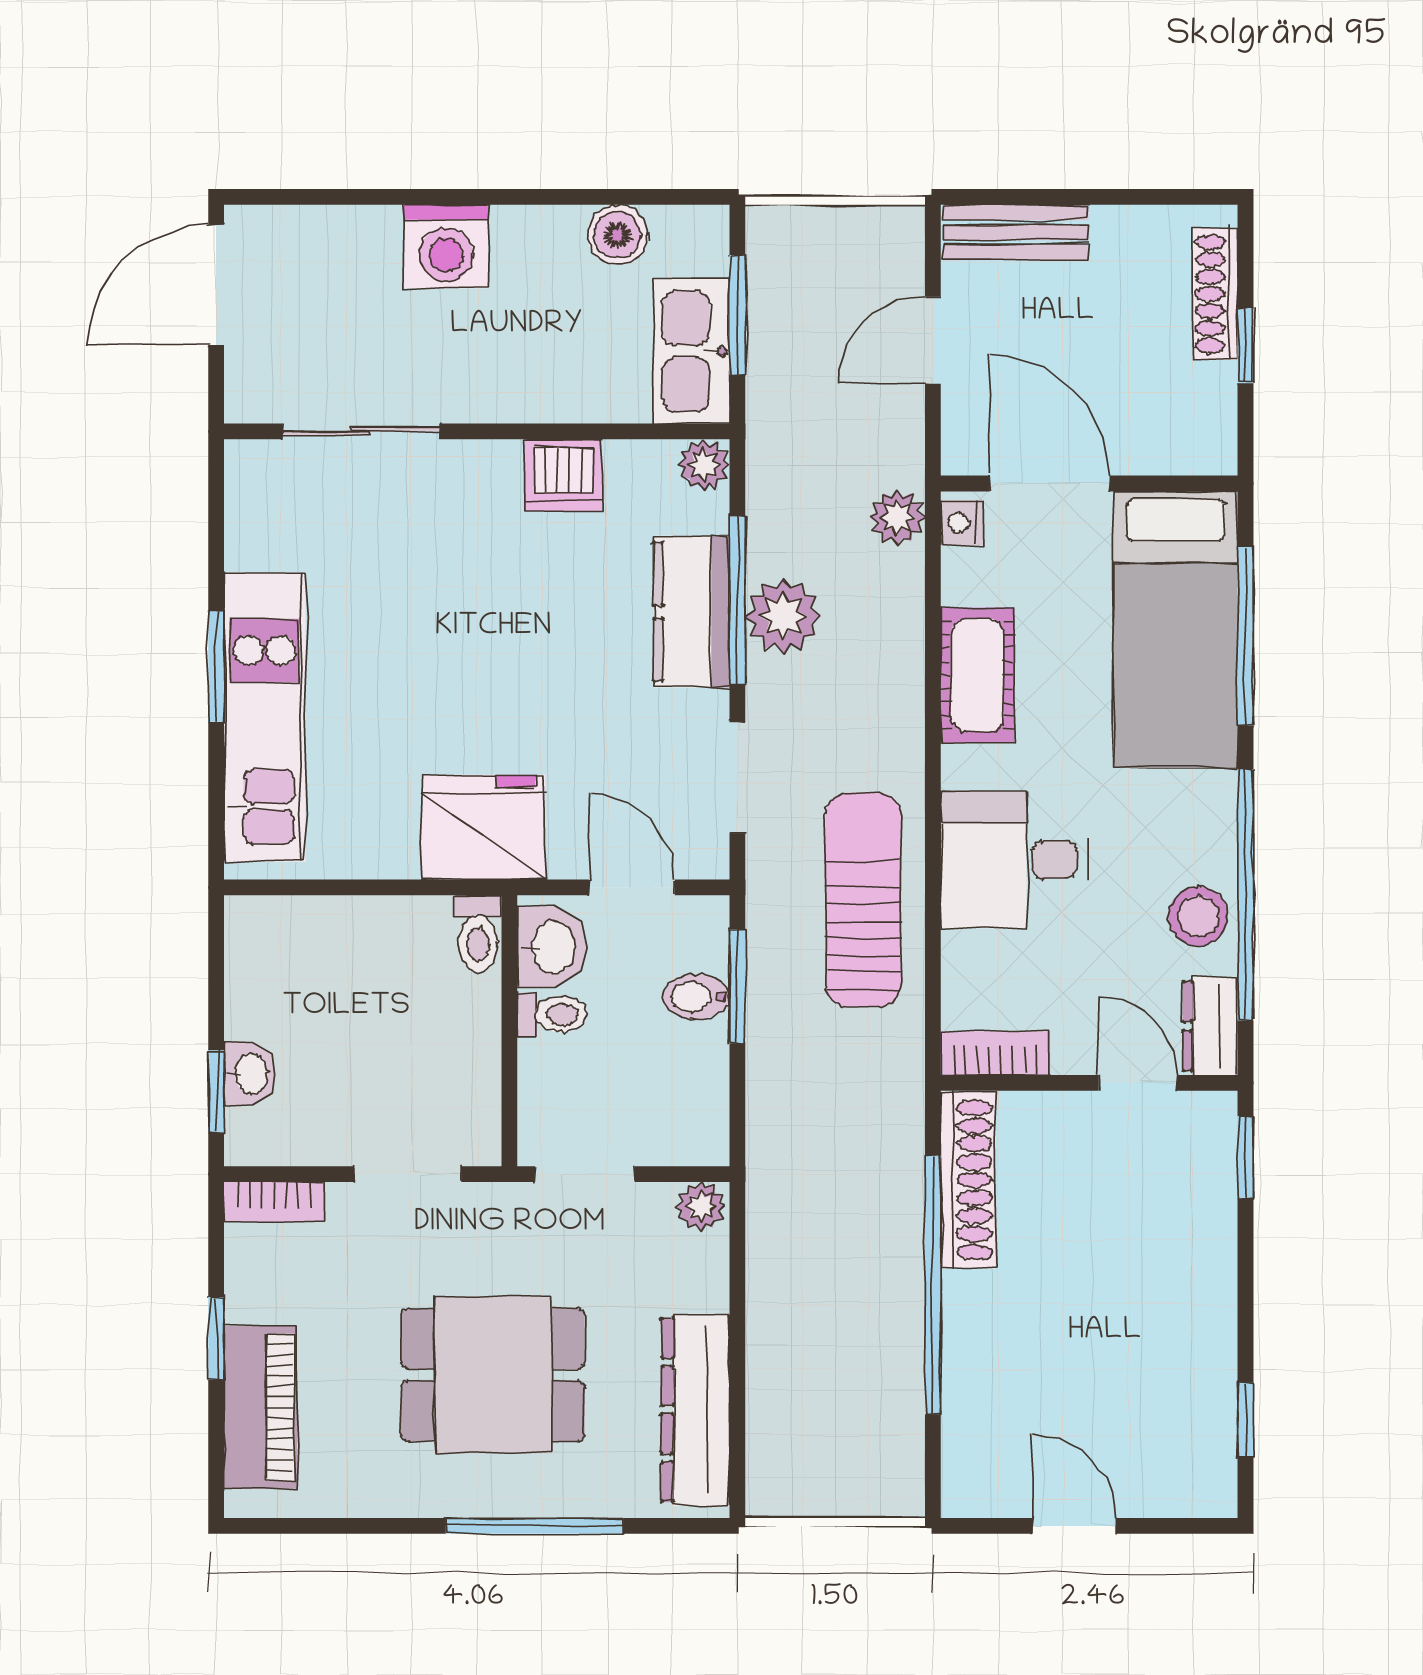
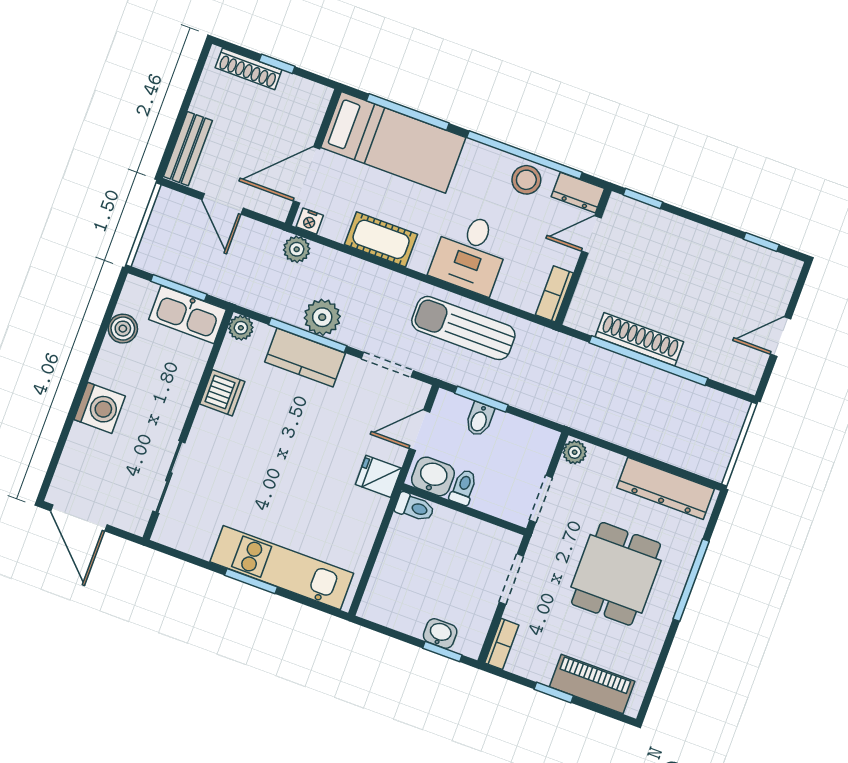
fridge: (483, 827) -> (378, 476), width x0.53, depth x0.75
shoe rack: (968, 1180) -> (639, 339), moved

